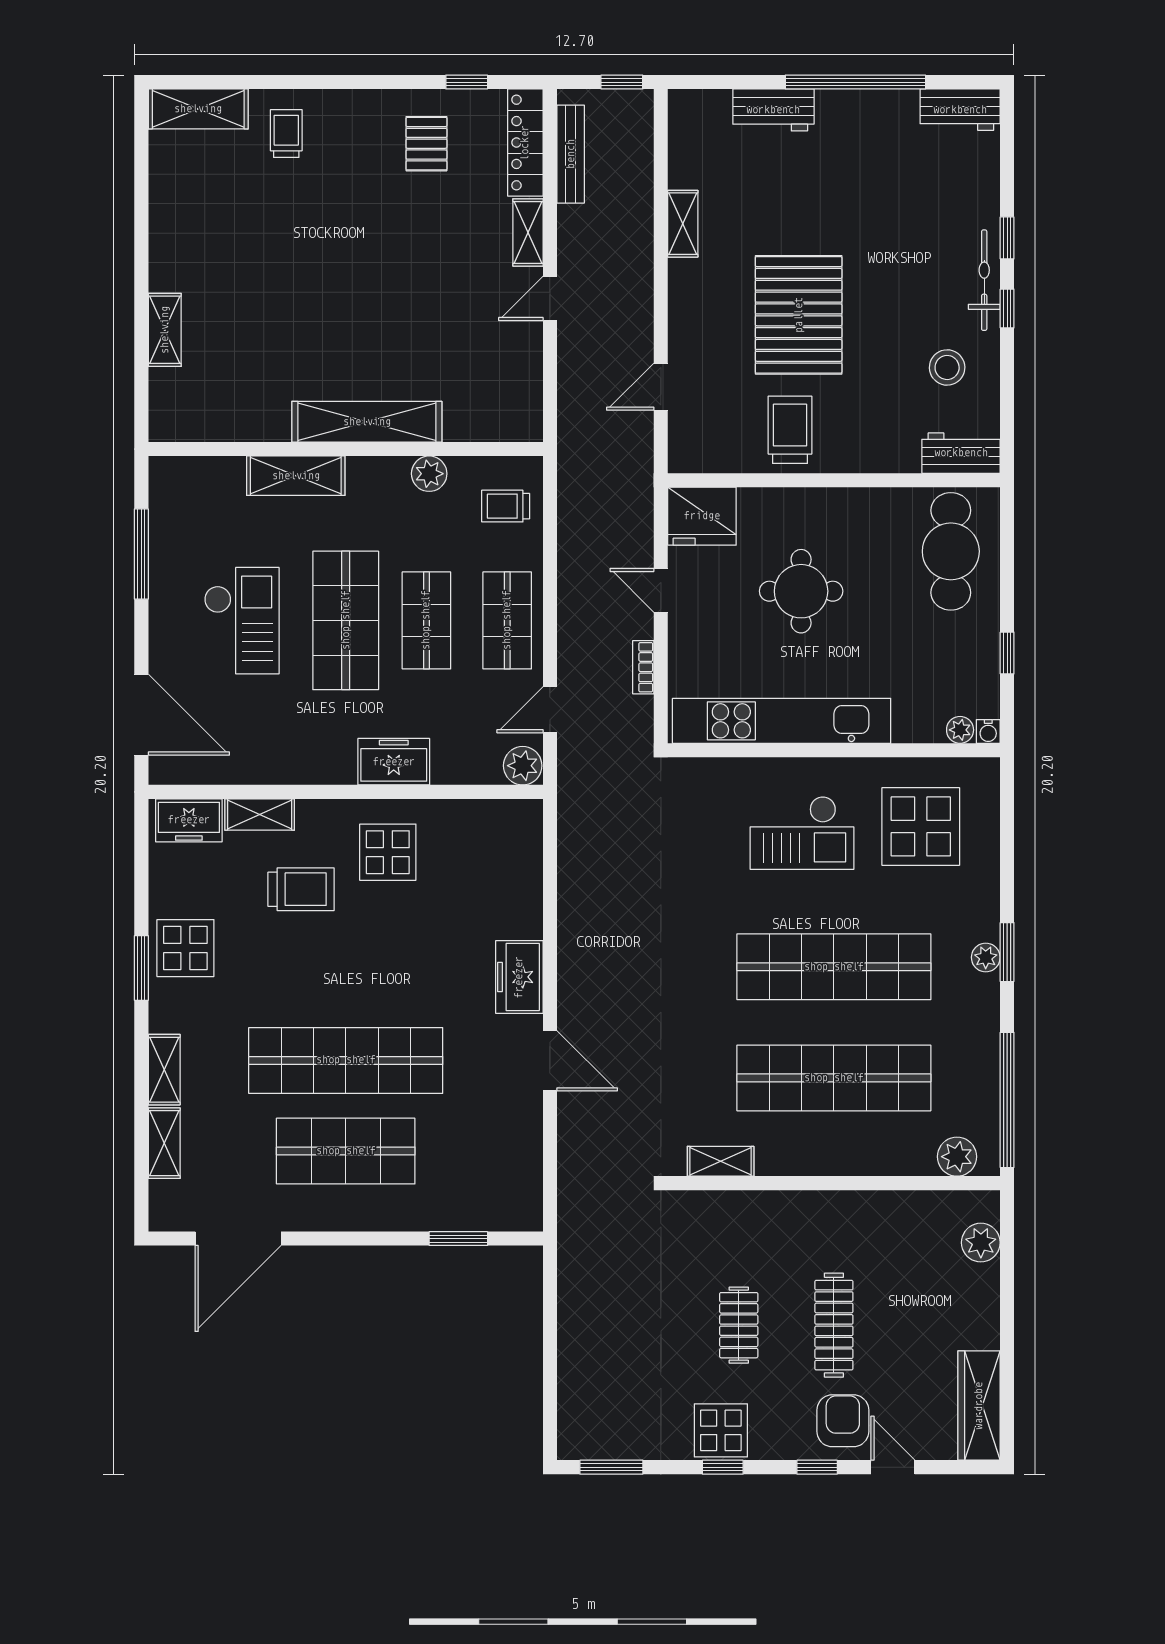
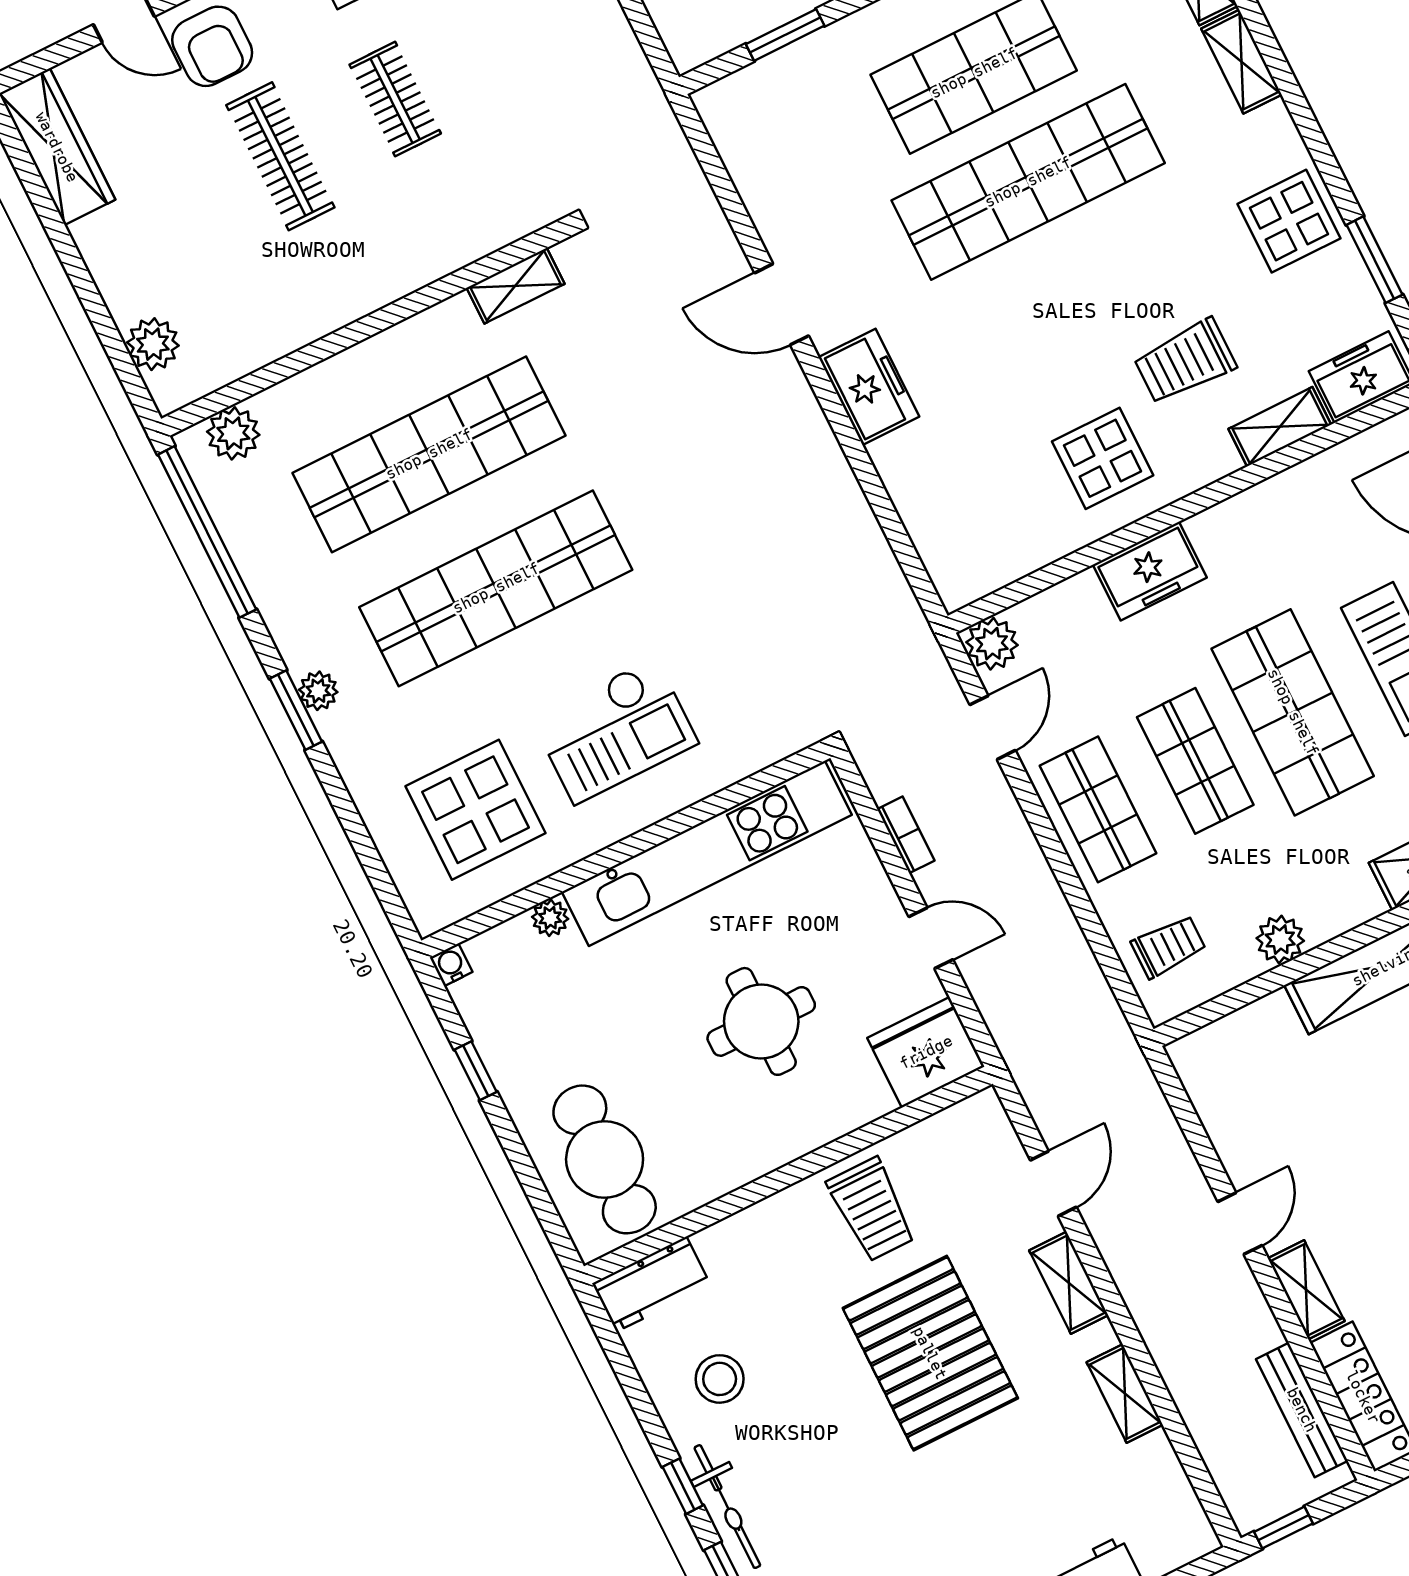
shelving: (683, 316) -> (1069, 1283), added
plant: (960, 730) -> (550, 918), moved
checkout: (802, 833) -> (615, 731), turned 180
window: (141, 968) -> (1374, 260), moved

